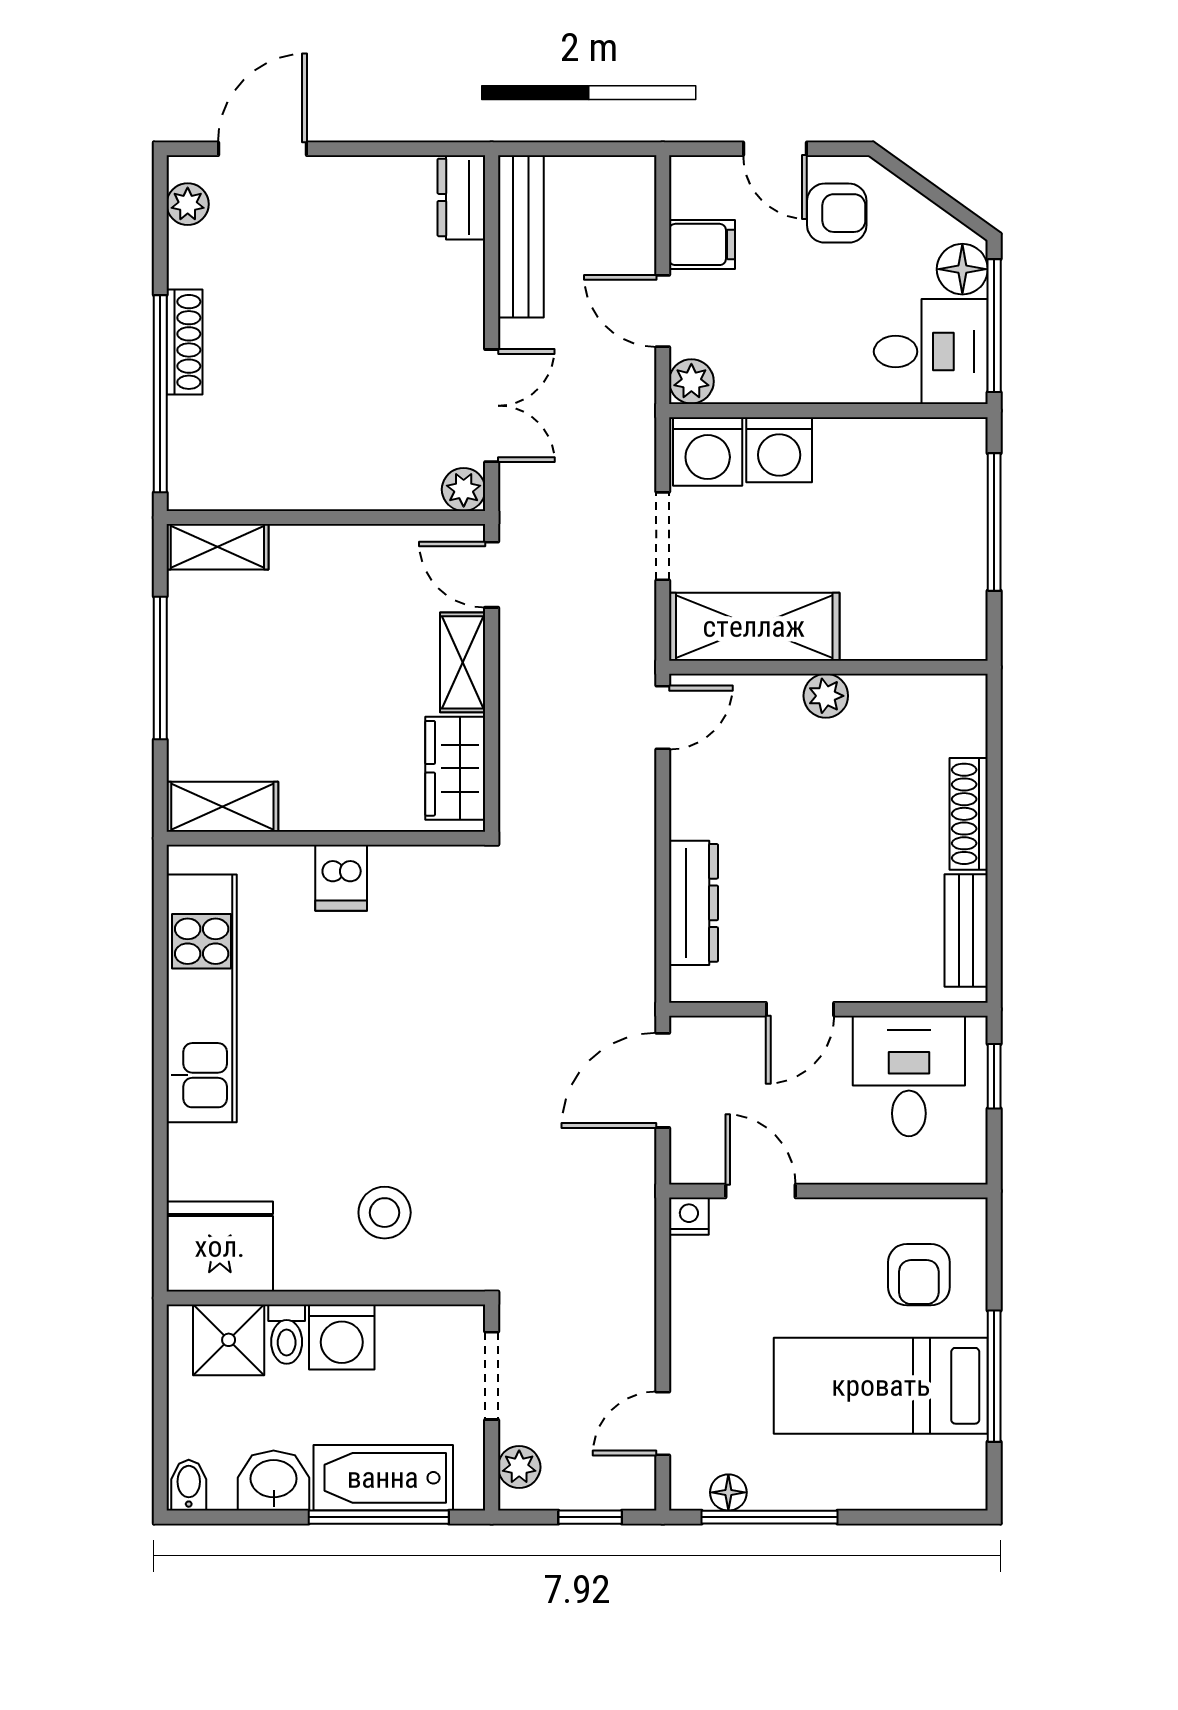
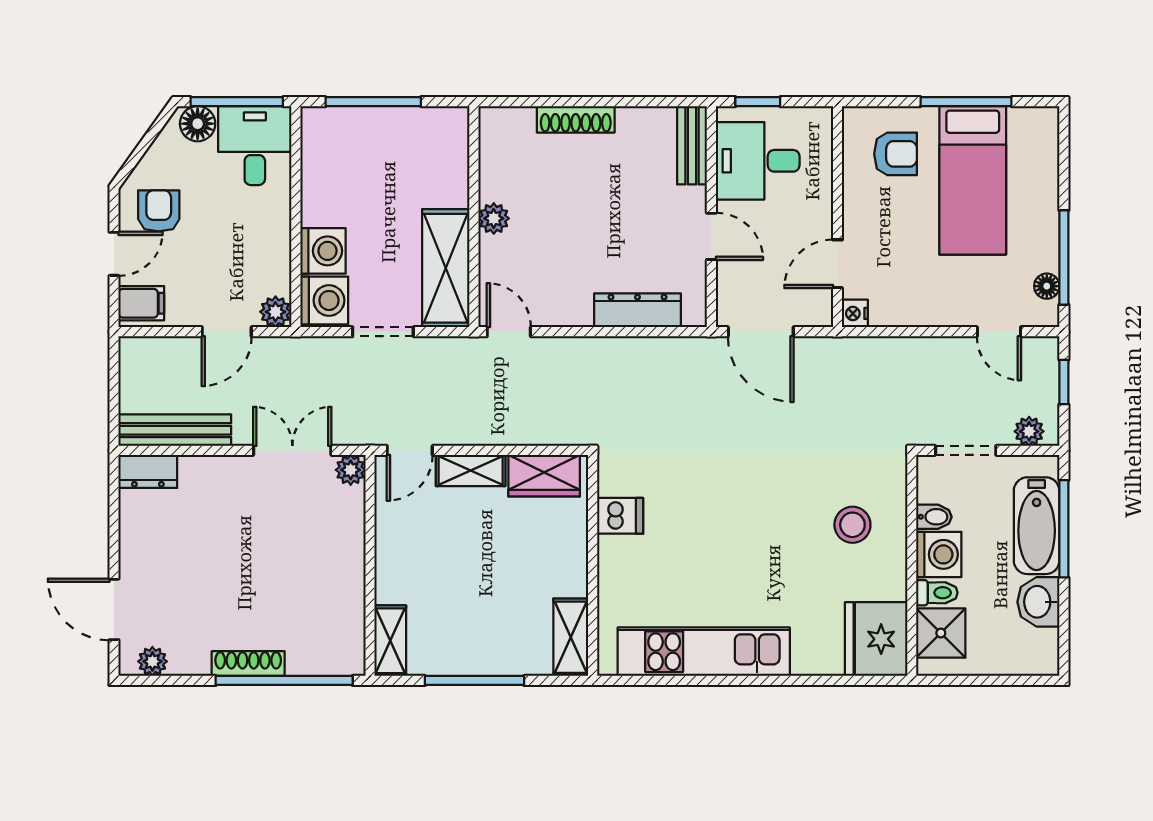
filing cabinet: (702, 244) -> (141, 303), moved, turned 90
dishwasher: (341, 878) -> (620, 516), moved
bench: (966, 931) -> (692, 145), moved, turned 90
bidet: (189, 1485) -> (934, 517), moved, turned 180

